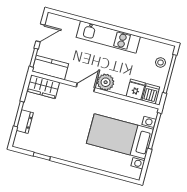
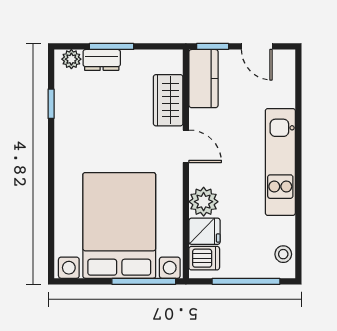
stool: (161, 62) -> (283, 254), moved
plant: (106, 82) -> (204, 202), moved
wardrobe: (43, 87) -> (168, 100), moved
bed with nightstands: (120, 136) -> (119, 225), width x1.36
plant: (20, 138) -> (71, 59), added

